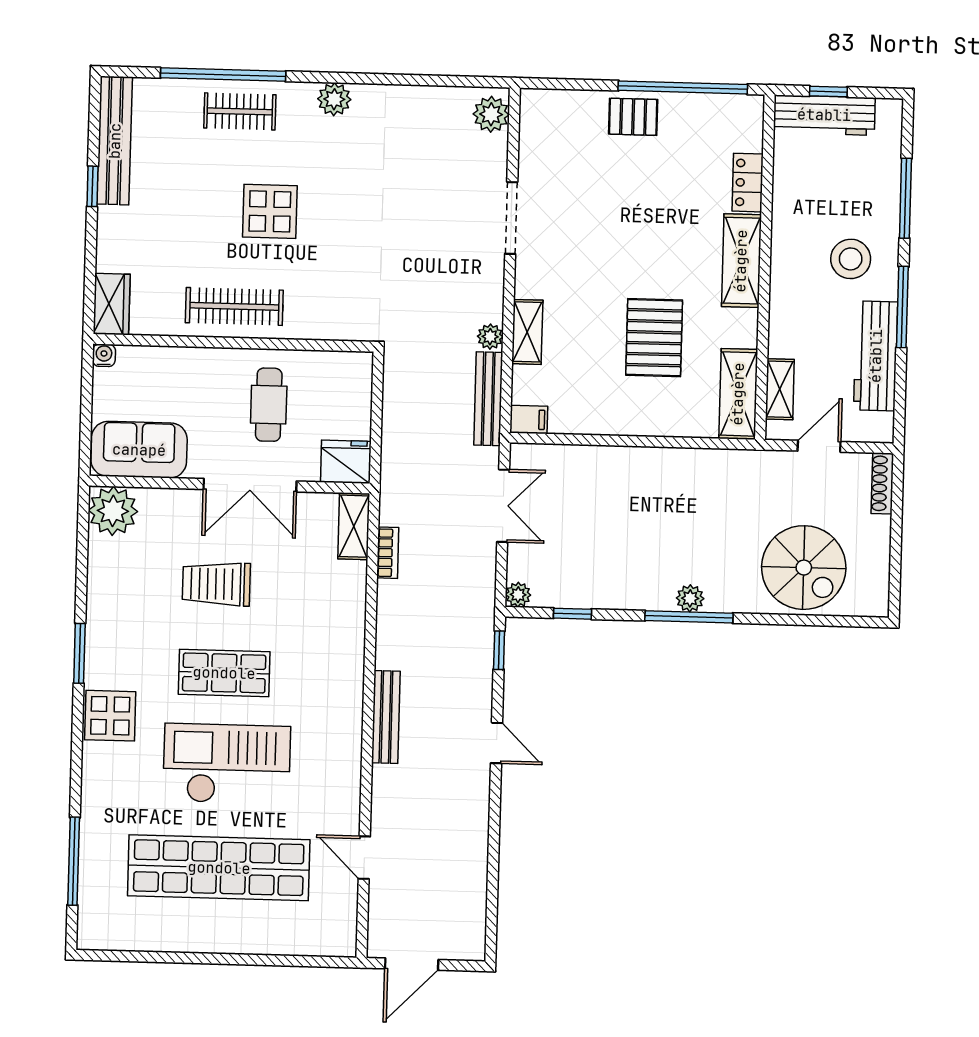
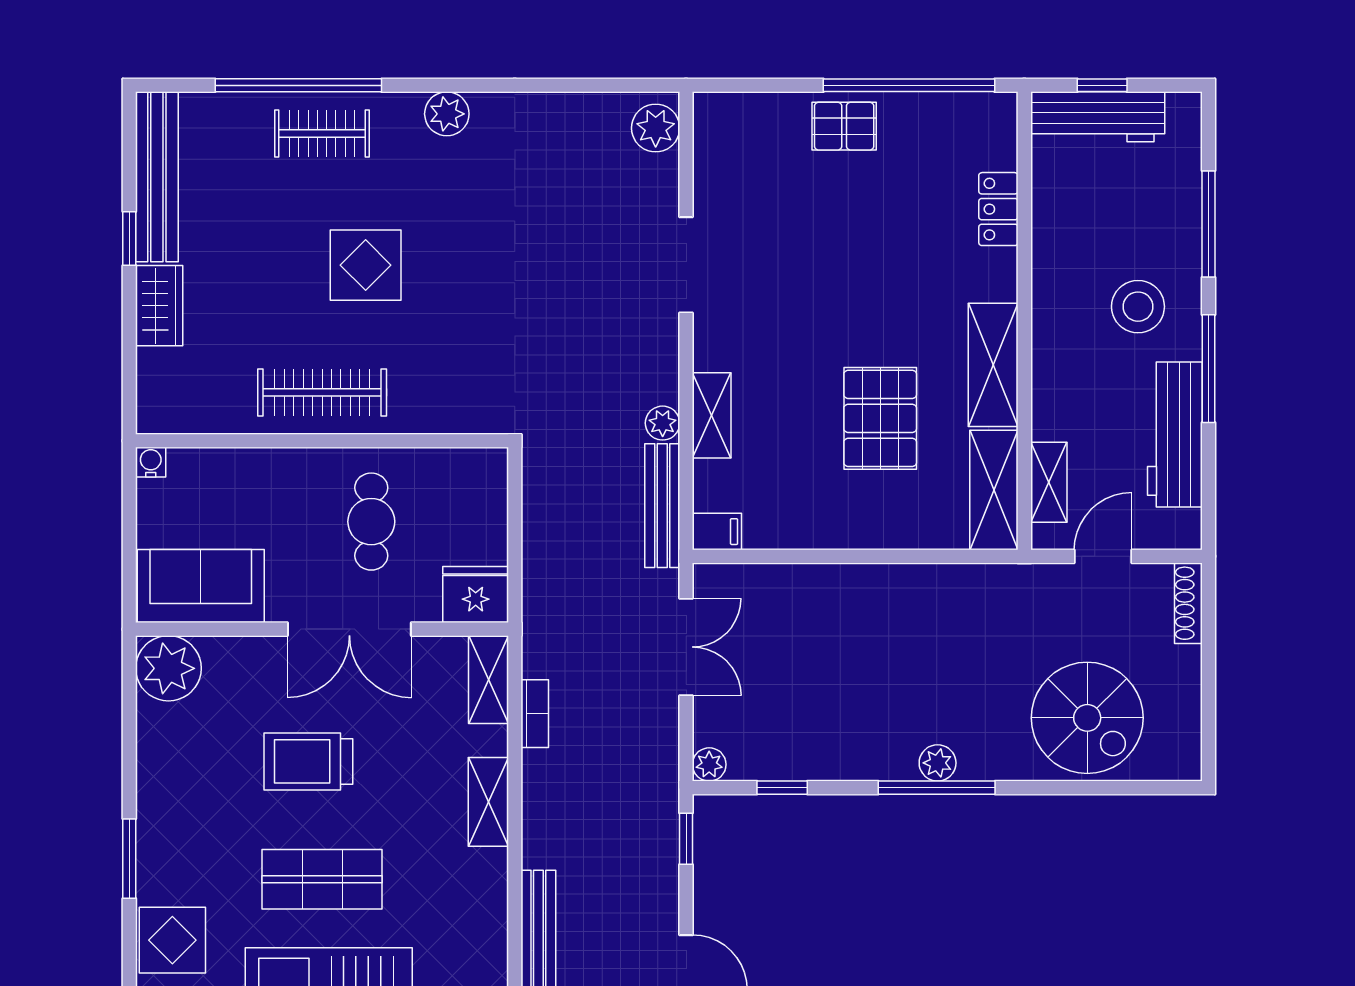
shelving: (741, 261) -> (993, 365), moved
wardrobe: (112, 304) -> (159, 306), moved
shelving: (351, 618) -> (488, 802), added

